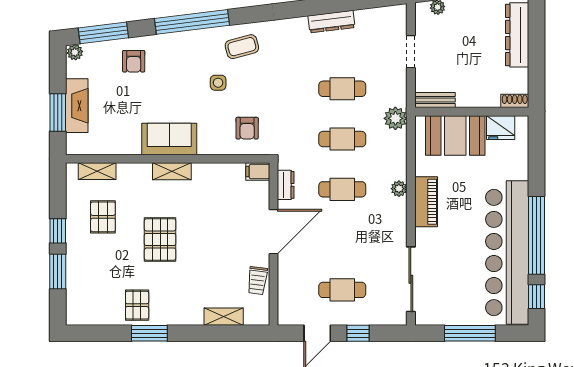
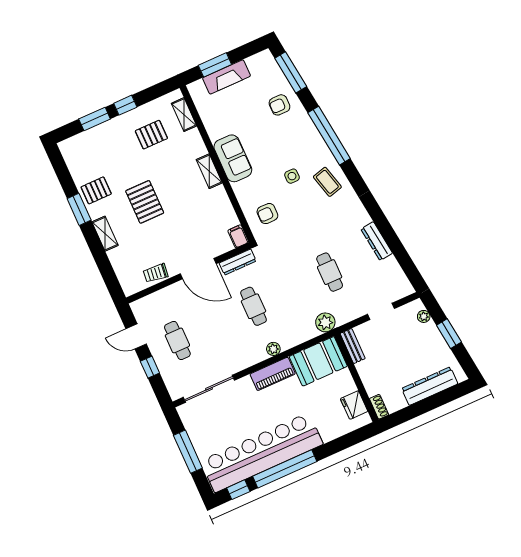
plant: (75, 52) -> (266, 57), removed
booth: (455, 135) -> (318, 361), moved, turned 90
cafe table: (342, 139) -> (292, 289), removed
dresser: (286, 185) -> (238, 262), width x1.44
pallet: (160, 239) -> (145, 202), moved, turned 90
shelving: (224, 317) -> (105, 234), moved

